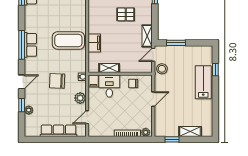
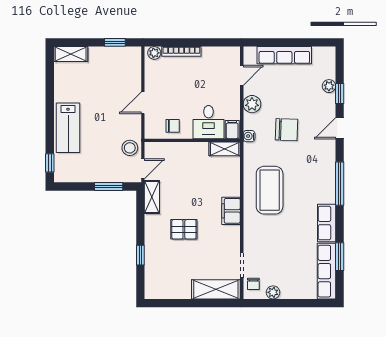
coffee table: (68, 41) -> (270, 190), turned 90
filing cabinet: (94, 43) -> (231, 211), moved
row of seats: (30, 45) -> (327, 223), moved
shelving: (109, 68) -> (225, 149), moved
window: (215, 70) -> (50, 163), moved
shelving: (190, 132) -> (71, 54), moved

